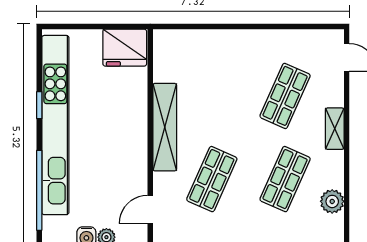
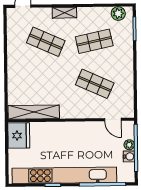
shelving: (165, 127) -> (34, 112), moved
shop shelf: (285, 179) -> (94, 41), turned -36
plant: (332, 201) -> (118, 13), moved

